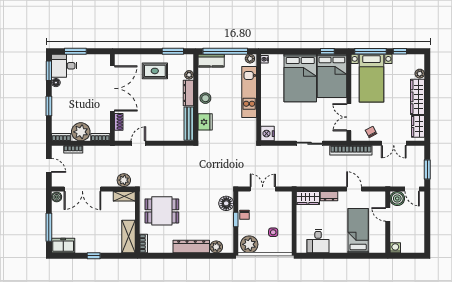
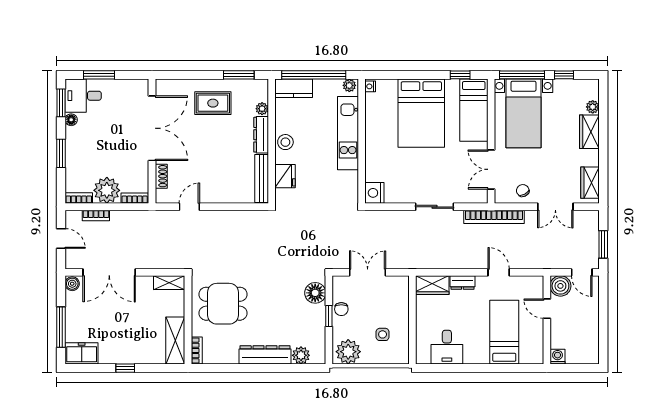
bed: (332, 76) -> (474, 110), width x0.67
wardrobe: (417, 97) -> (589, 132), width x0.67
plant: (124, 180) -> (168, 260), removed

